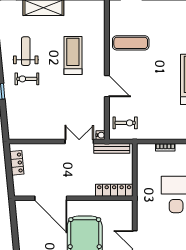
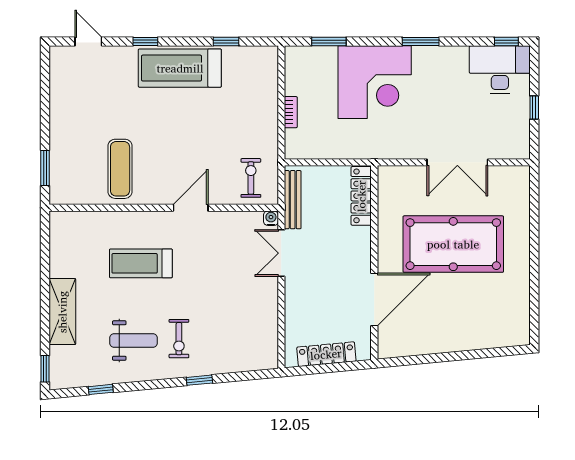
weight bench: (26, 51) -> (134, 341), turned 180
locker: (17, 163) -> (326, 354), width x1.53

